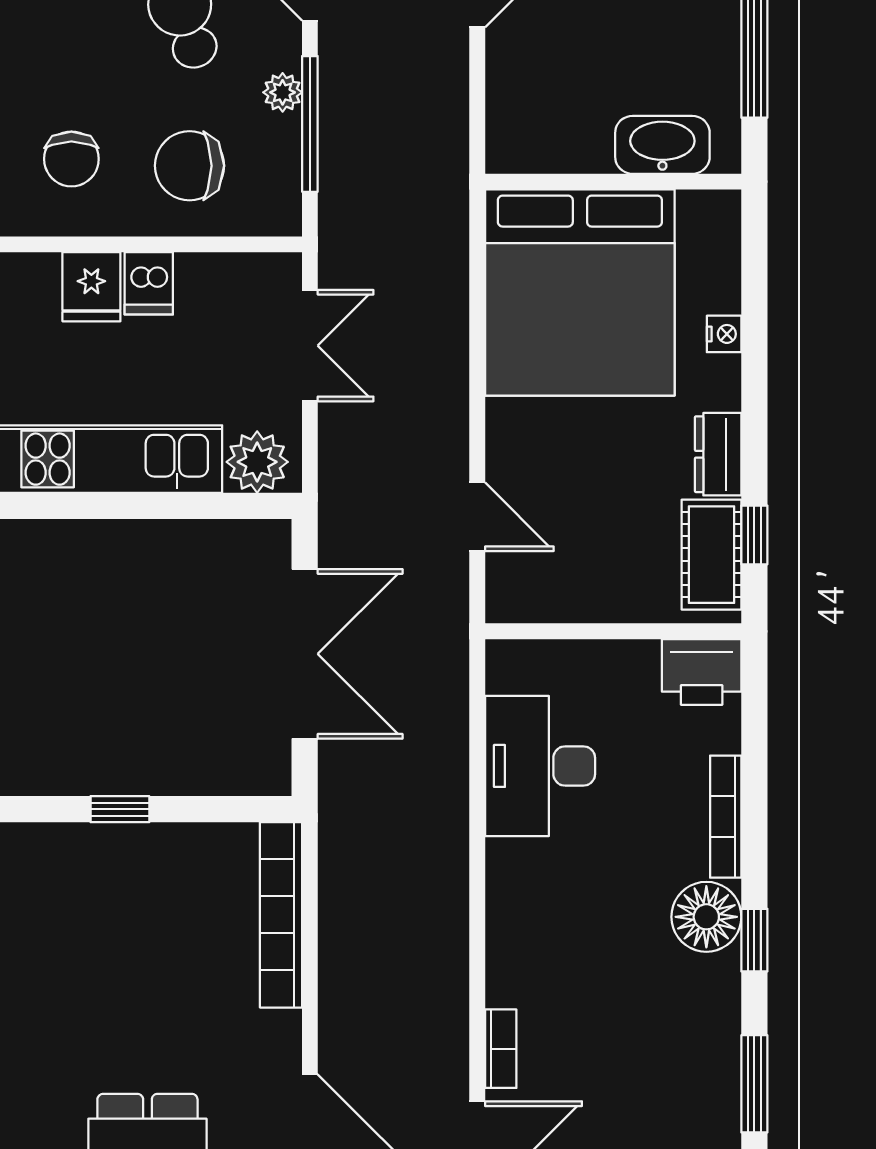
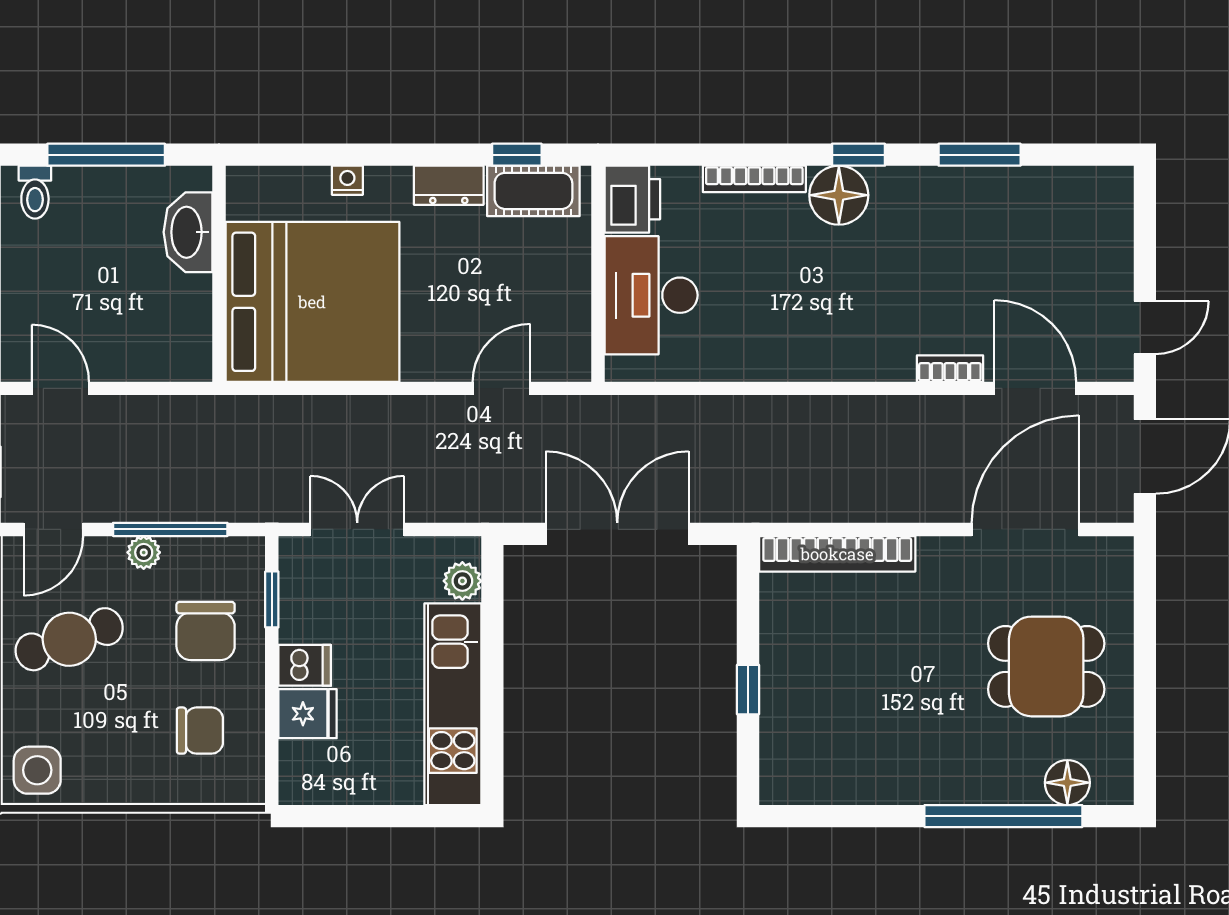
window: (227, 244) -> (272, 599), added
plant: (257, 462) -> (462, 581), width x0.73, depth x0.73
desk: (540, 766) -> (651, 295), moved, turned 90

